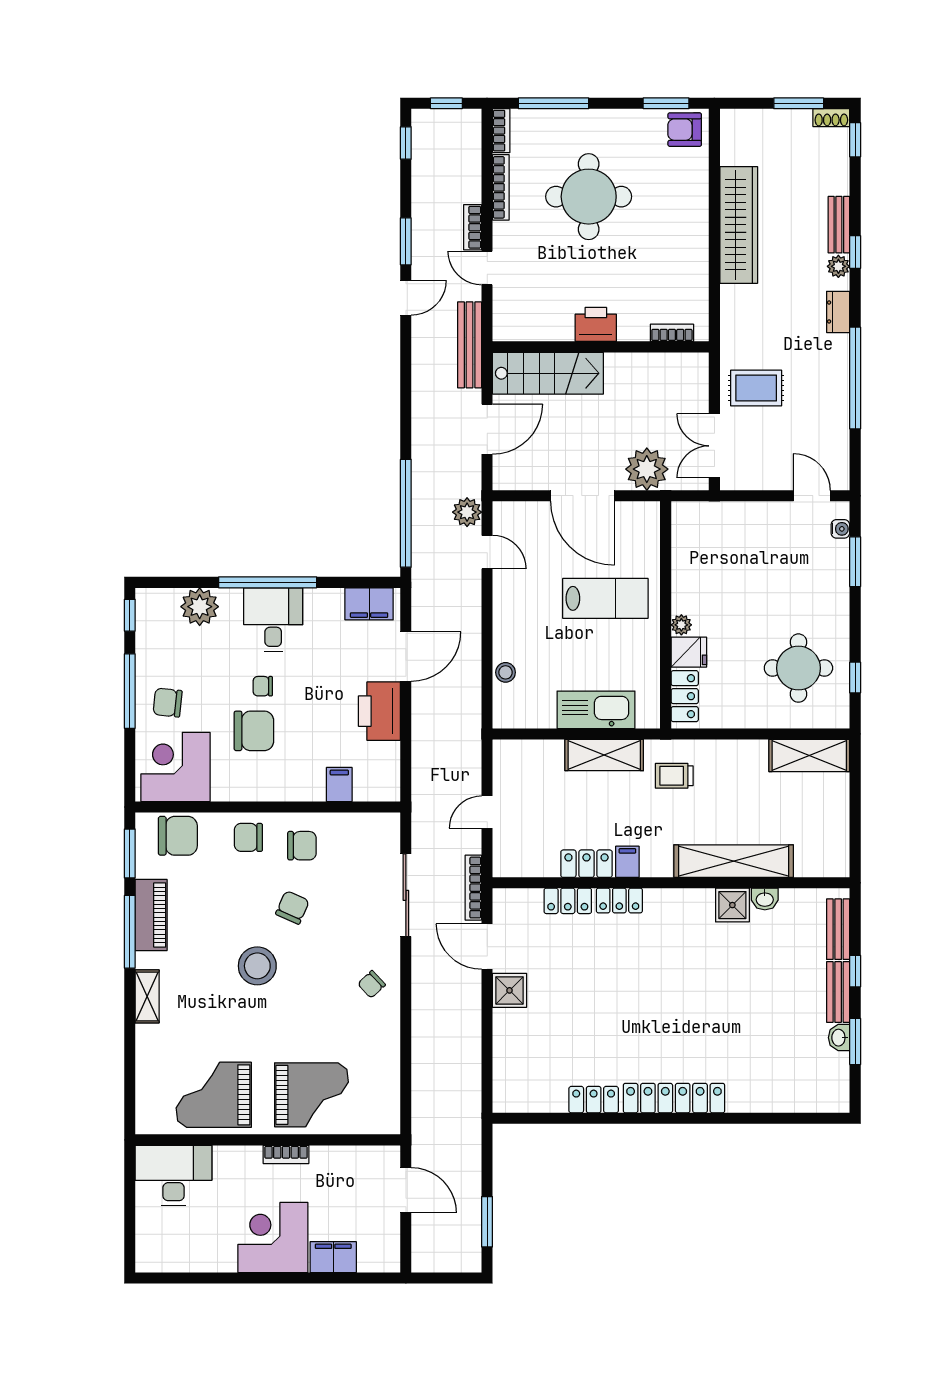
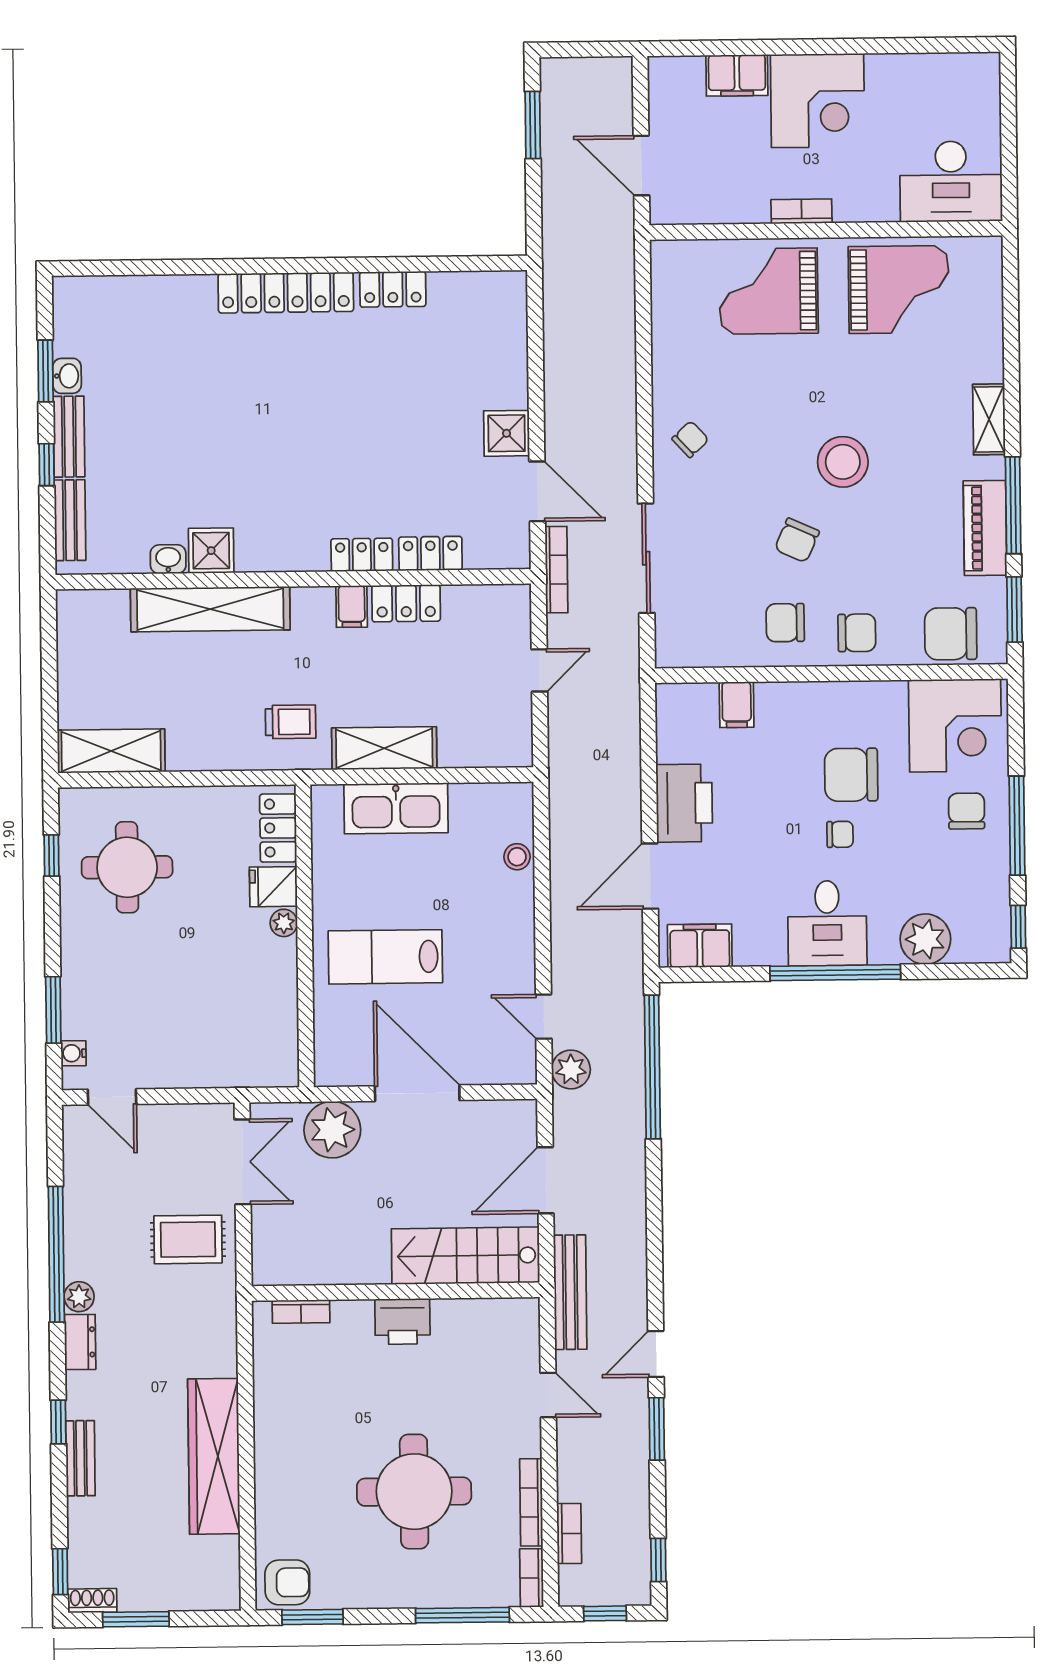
bookcase: (473, 227) -> (569, 1533), moved
plant: (838, 266) -> (79, 1297), moved
chair: (168, 703) -> (967, 811), turned -96

